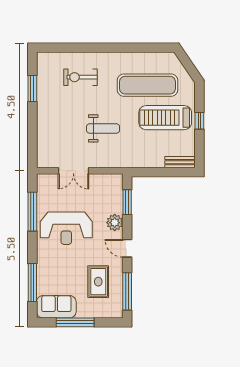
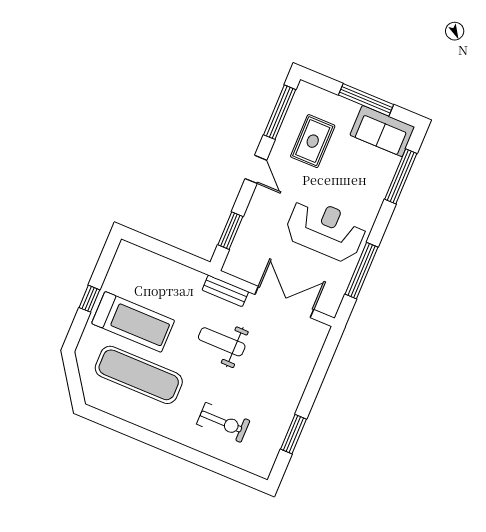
bench: (180, 162) -> (225, 291), moved
double door: (73, 171) -> (284, 302), width x1.37
plant: (115, 223) -> (258, 211), removed

